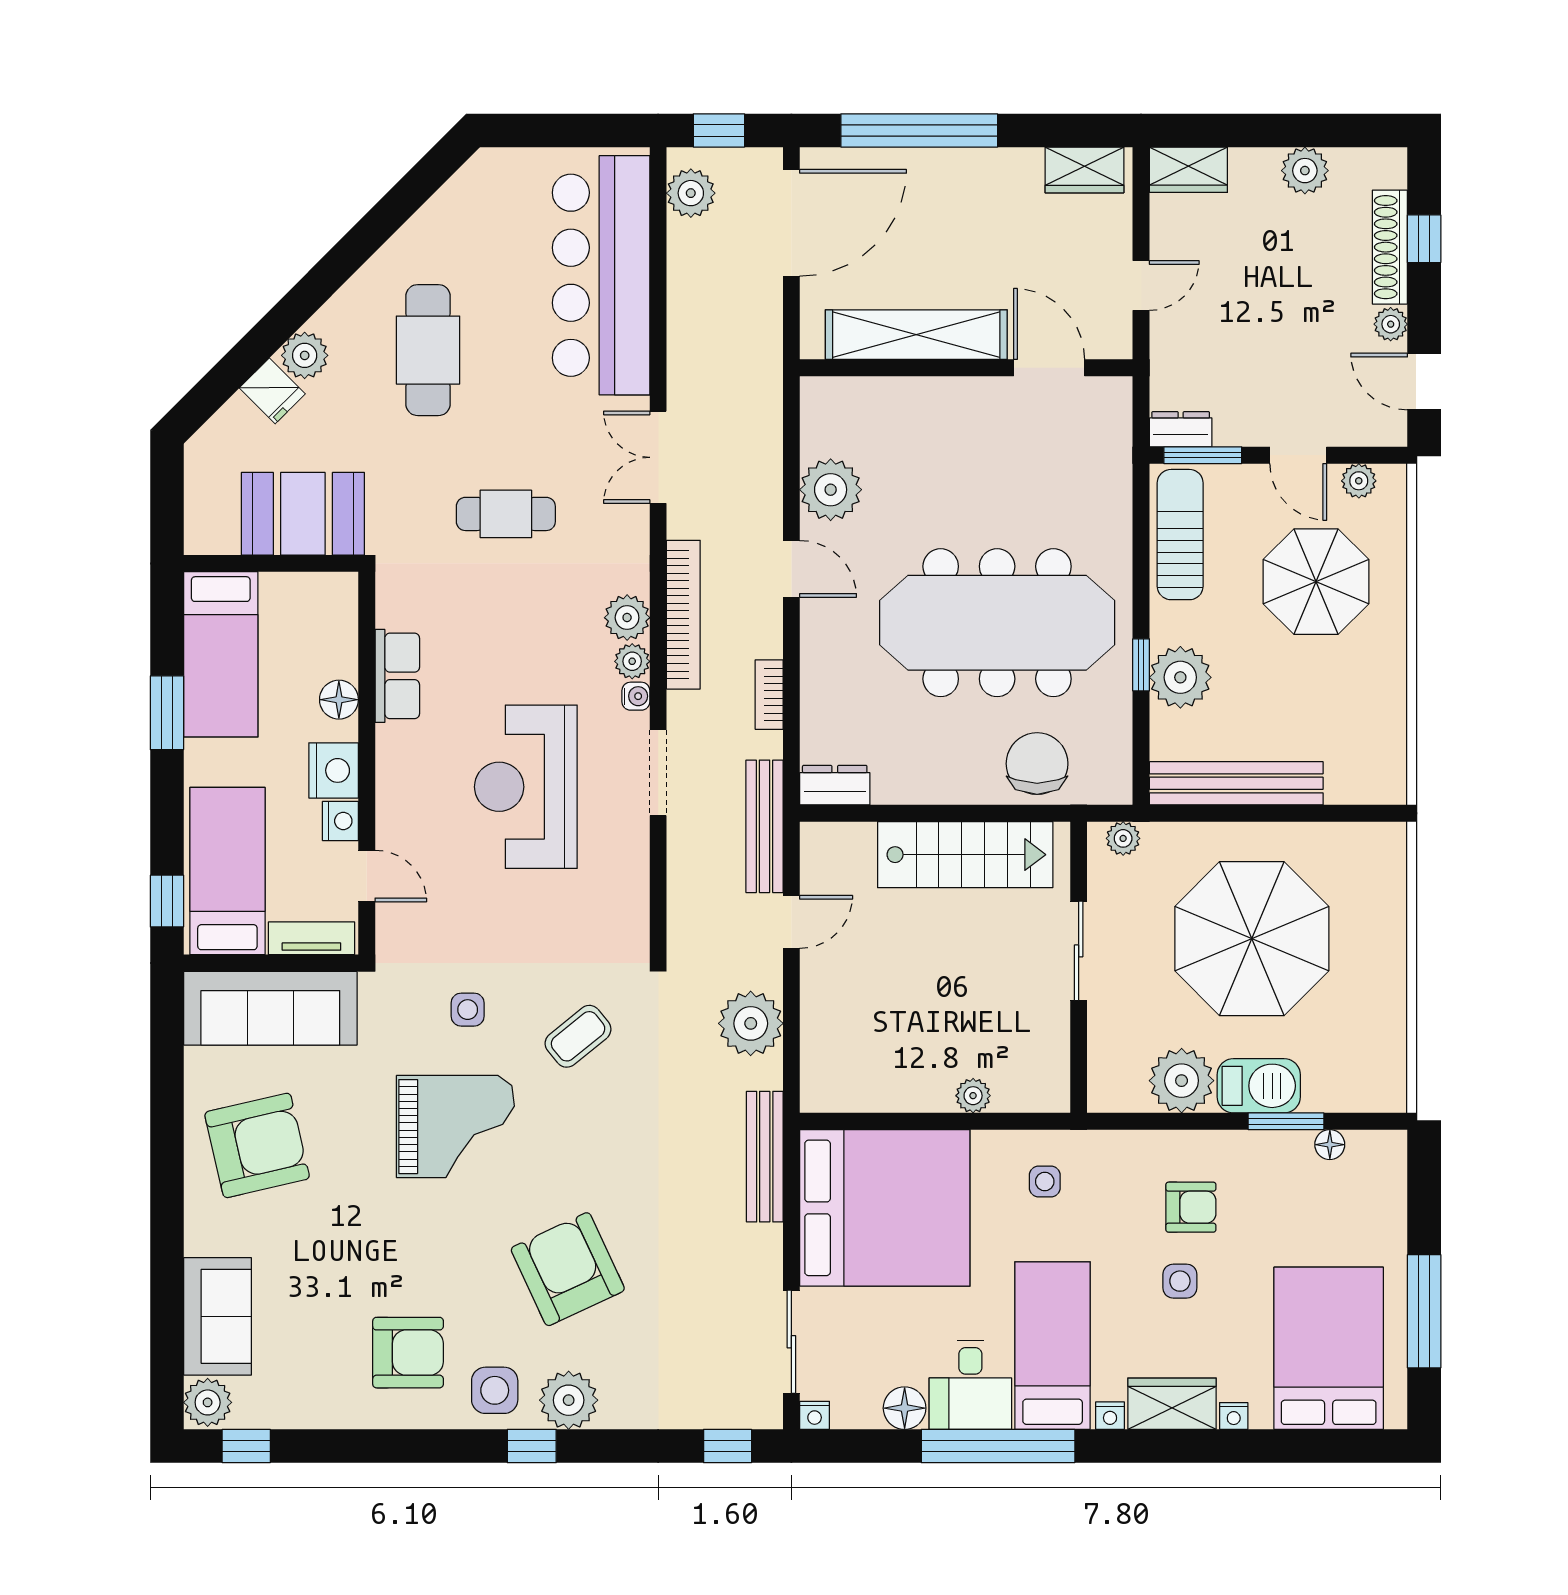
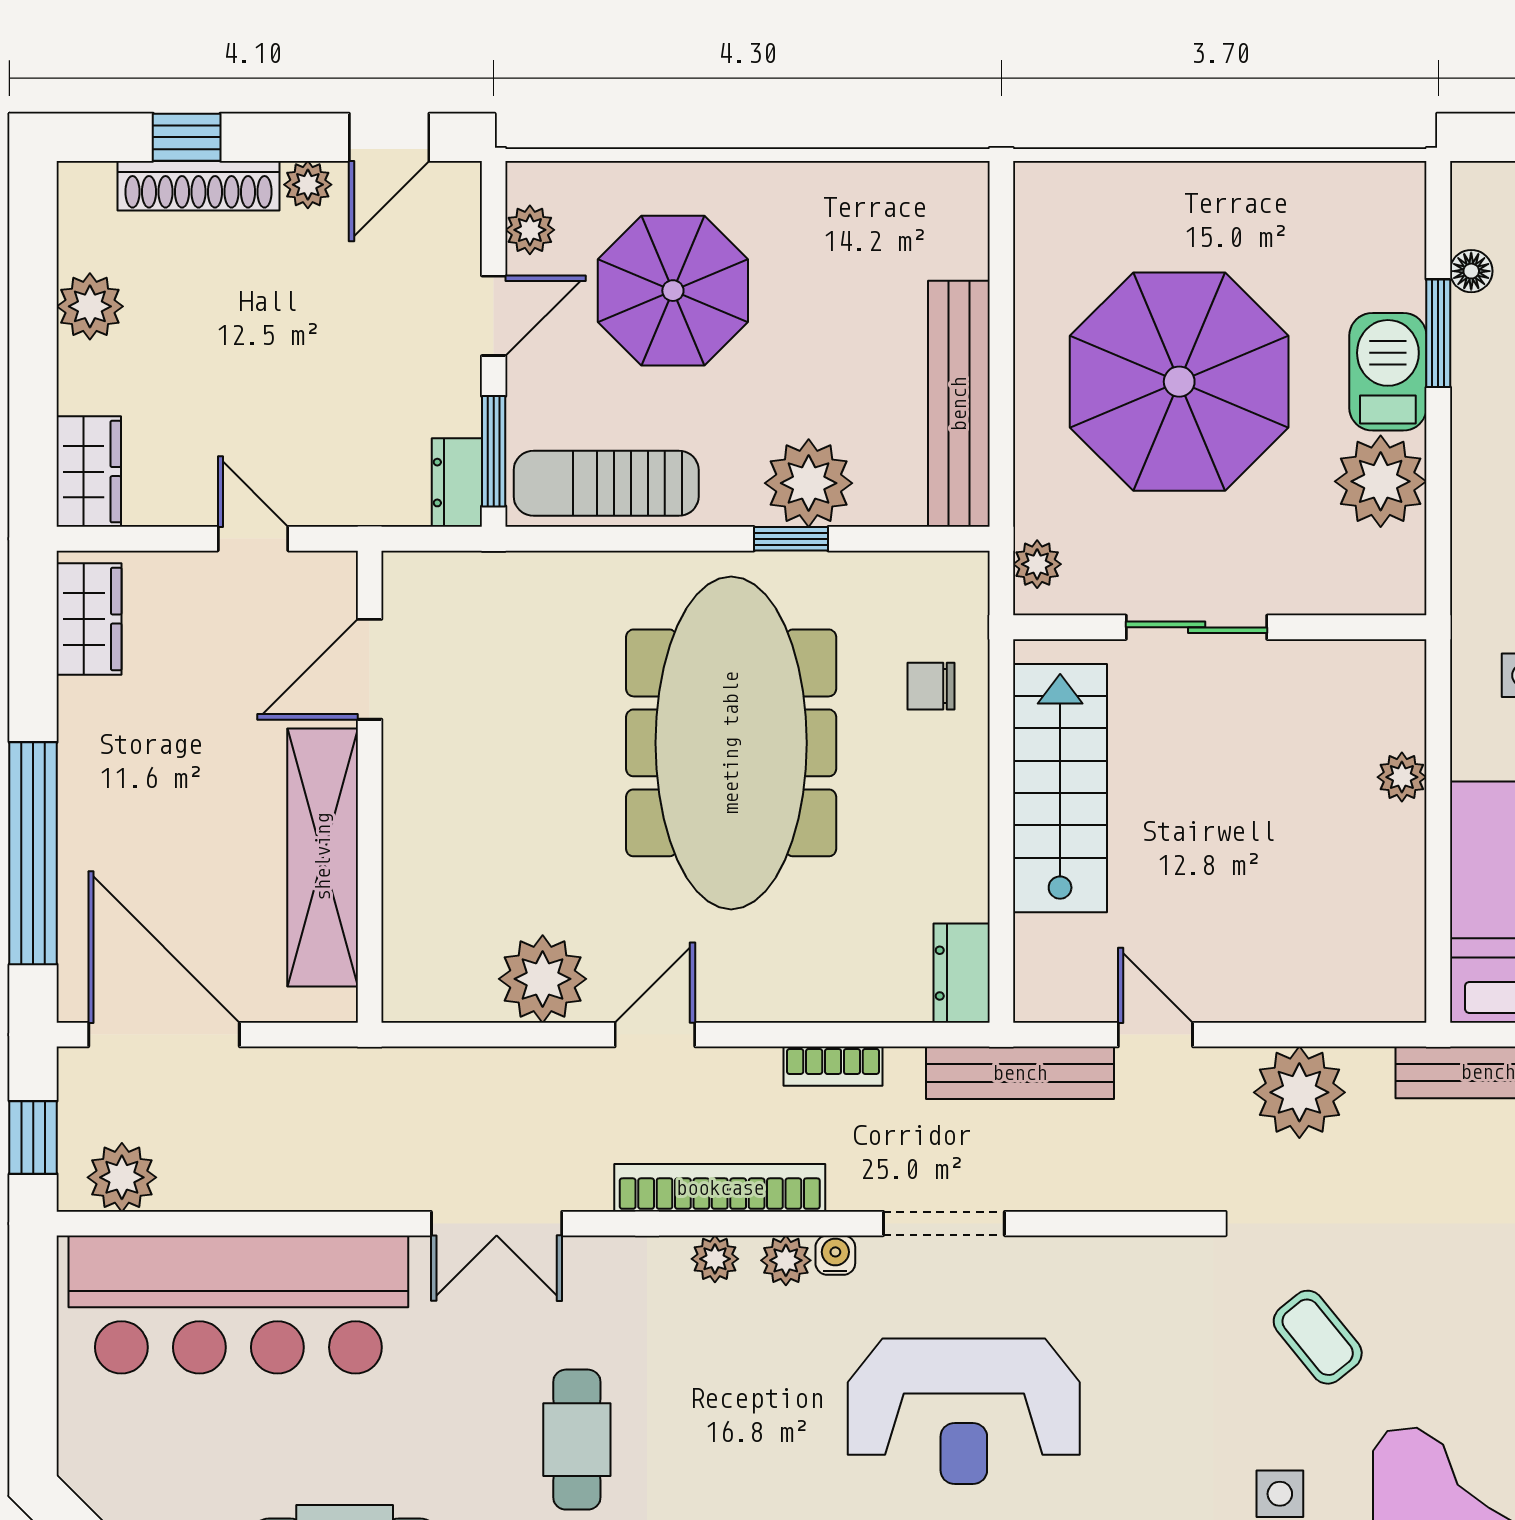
plant: (627, 618) -> (715, 1259), width x0.73, depth x0.73
chair: (1037, 764) -> (931, 686), width x0.54, depth x0.54

